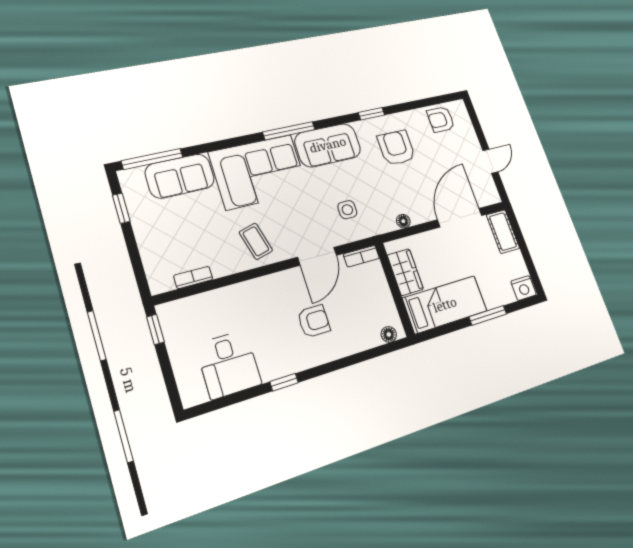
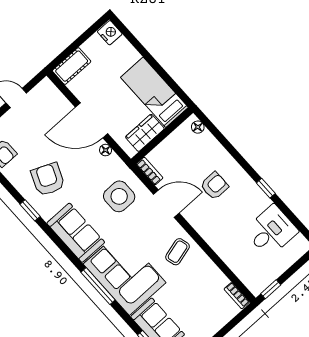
window: (289, 131) -> (98, 286), moved
armchair: (396, 148) -> (48, 179), turned 113
side table: (347, 210) -> (119, 196), width x1.87, depth x1.87
door: (460, 218) -> (92, 120), moved
bookcase: (193, 277) -> (237, 296), moved
window: (488, 315) -> (146, 55), removed
armchair: (314, 321) -> (214, 186), turned 90

